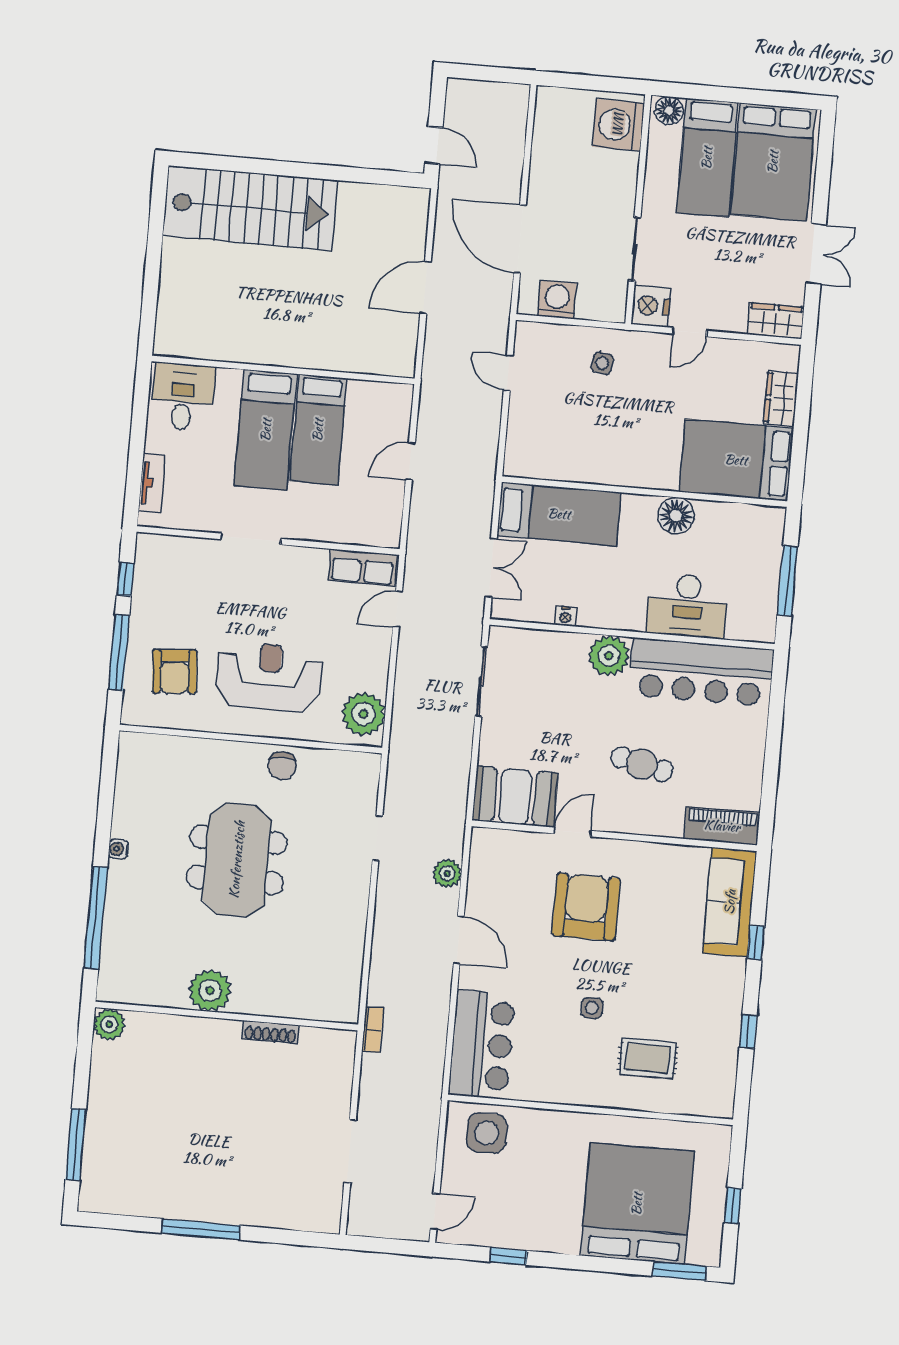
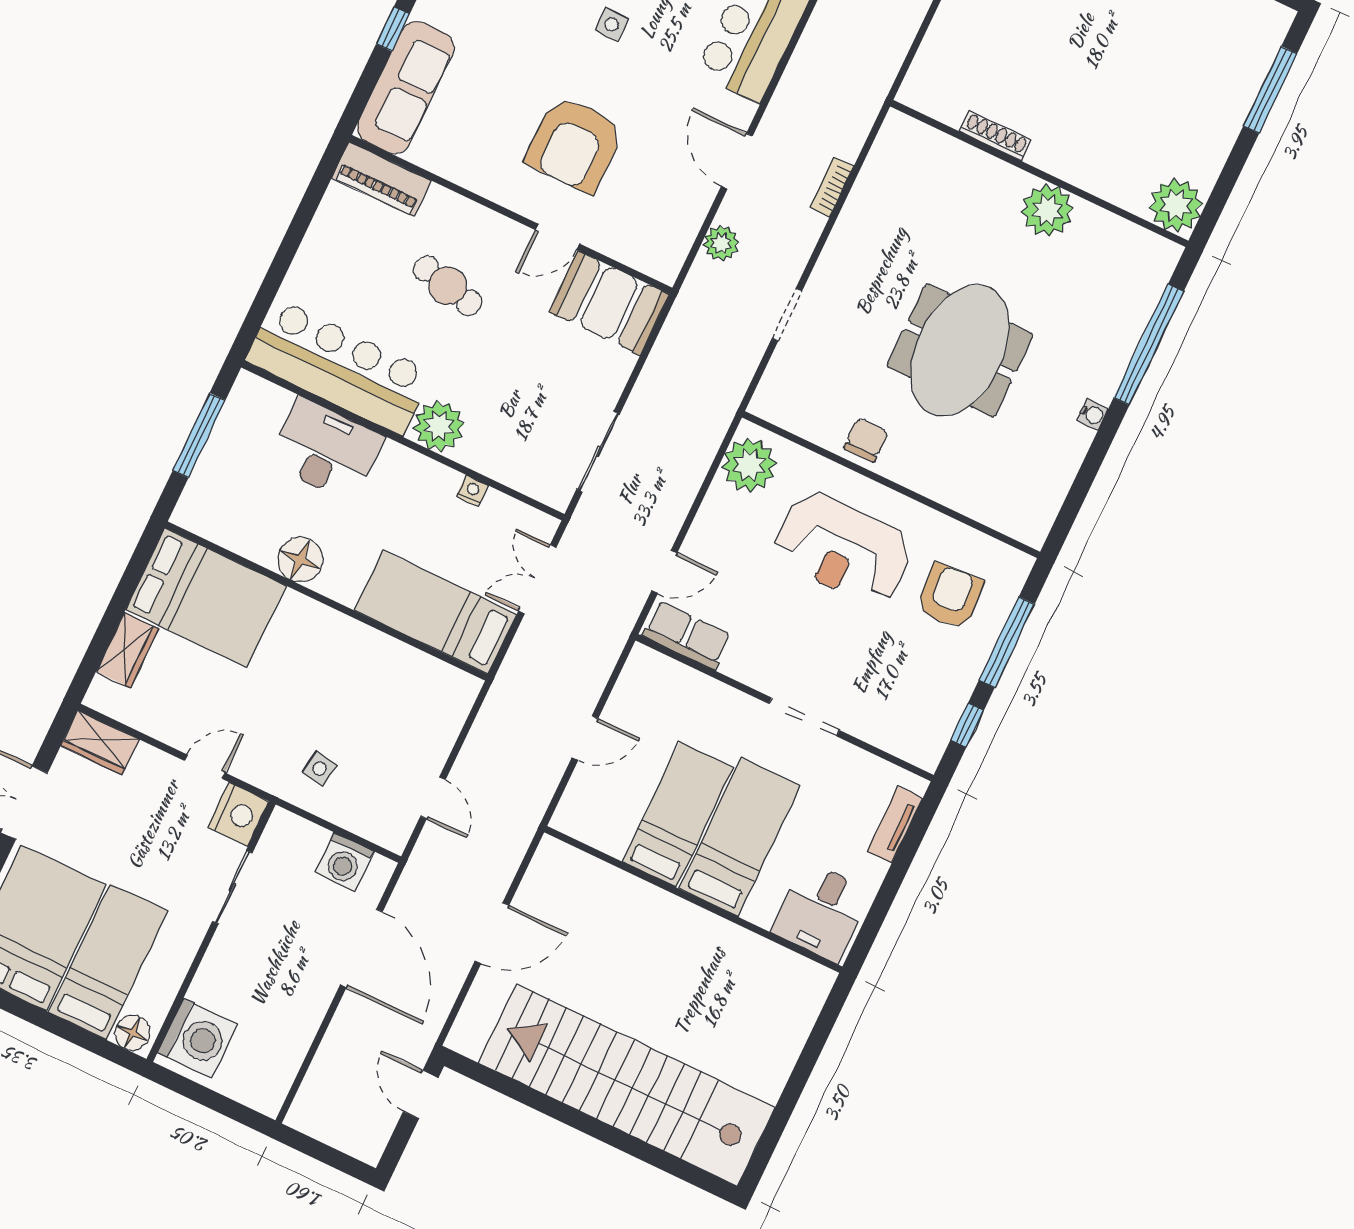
stairs: (250, 208) -> (627, 1085), width x1.36
plant: (109, 1024) -> (1176, 205), width x1.36, depth x1.36
bookcase: (372, 1030) -> (832, 187), moved

